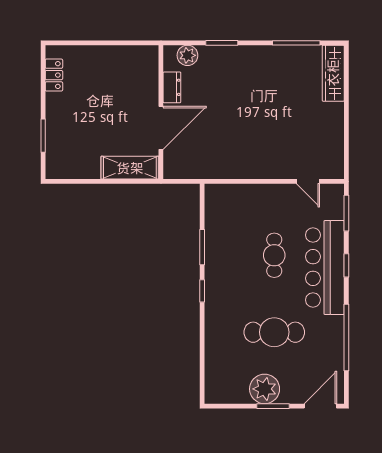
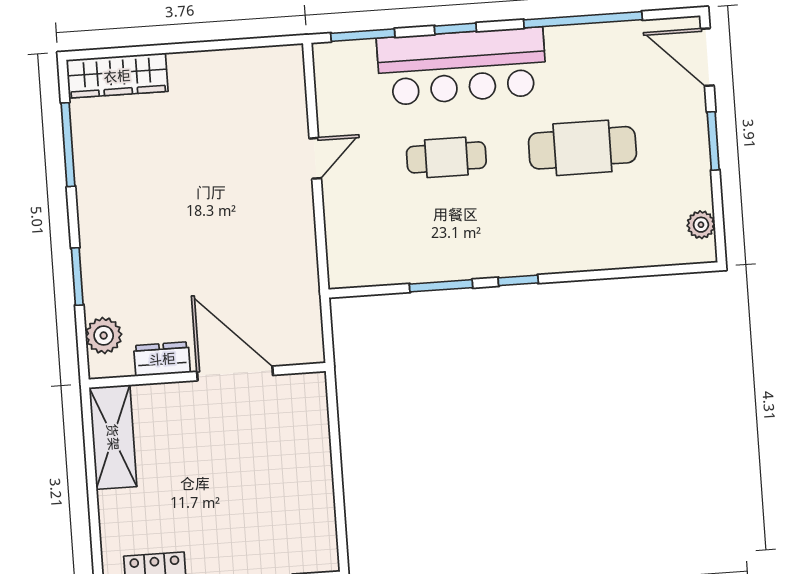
shelving: (130, 168) -> (113, 437), moved
door: (308, 181) -> (315, 158), moved
cafe table: (274, 332) -> (582, 148), turned 90
plant: (265, 389) -> (701, 225), moved, width x0.53, depth x0.53

